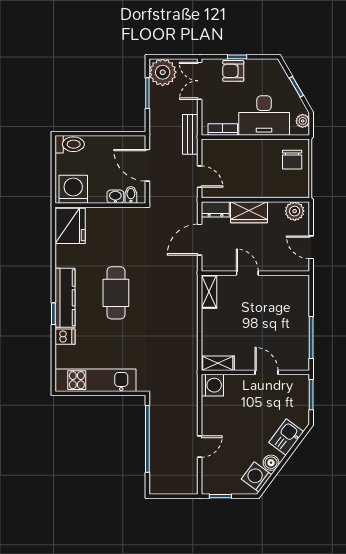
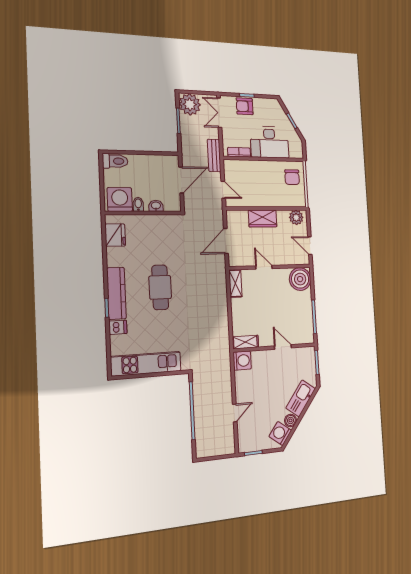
plant: (303, 121) -> (298, 147), removed
door: (147, 165) -> (181, 180), swing flipped
bidet: (131, 195) -> (138, 204), moved
dresser: (215, 209) -> (237, 216), removed
fridge: (70, 226) -> (115, 235), width x0.73, depth x0.75
boiler: (295, 289) -> (300, 279), added
kitchen sink: (286, 437) -> (301, 398), width x1.38

